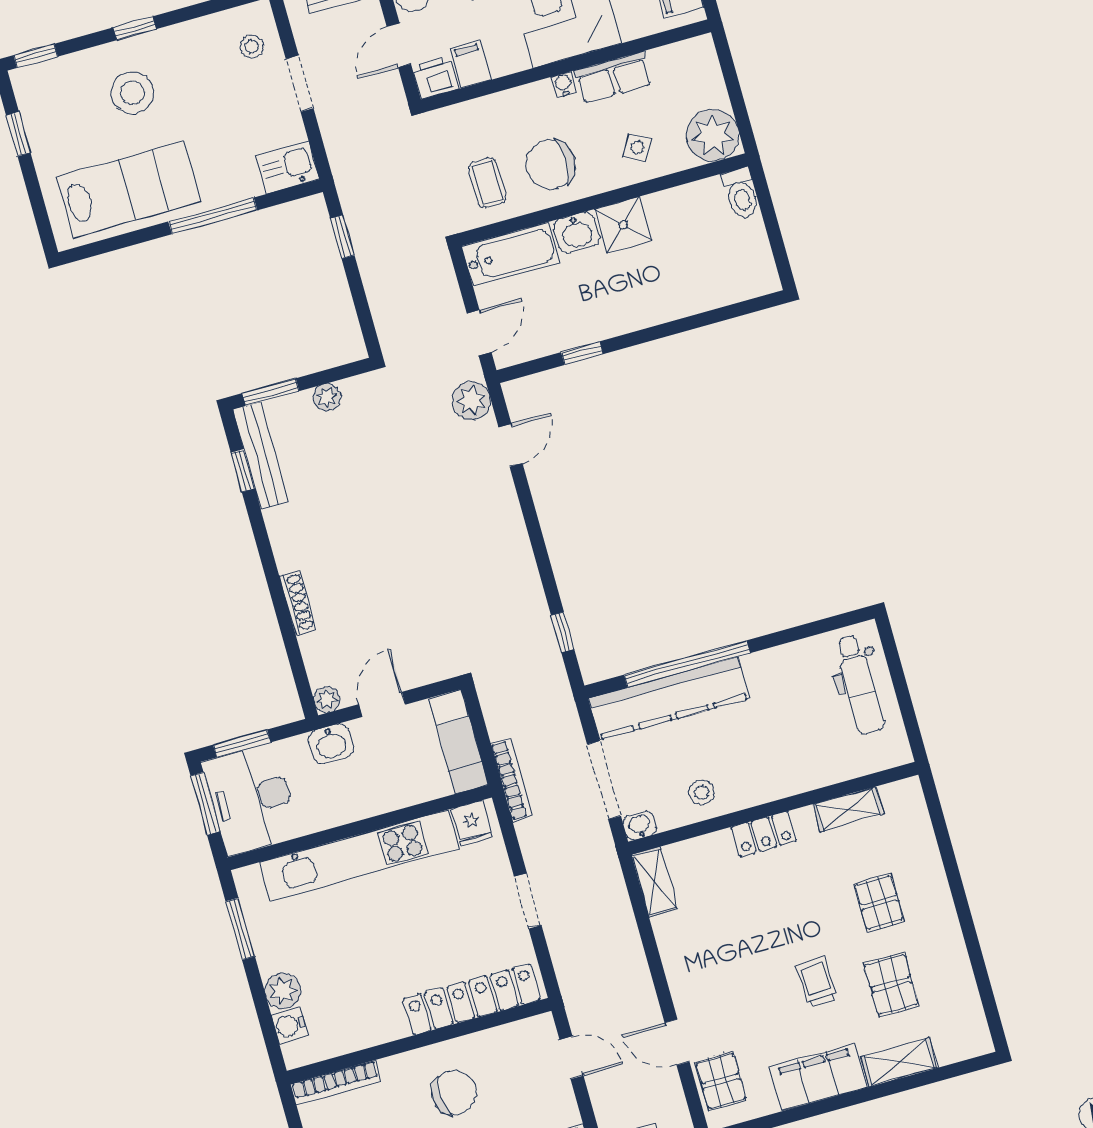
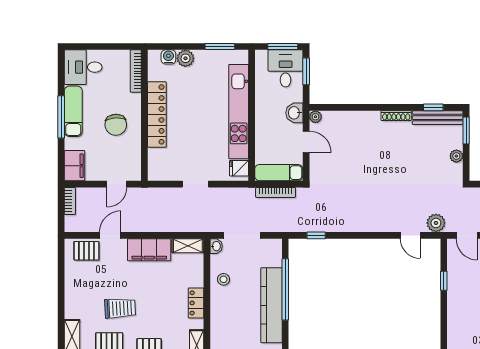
shoe rack: (297, 603) -> (396, 116), moved
kitchen counter: (669, 698) -> (272, 305), moved
bookcase: (512, 780) -> (276, 192), moved
desk: (251, 799) -> (286, 68), width x0.73
trolley: (817, 982) -> (120, 308), width x1.36, depth x1.39
locker: (472, 999) -> (157, 114), moved
filing cabinet: (818, 1077) -> (149, 250), moved, turned 90

